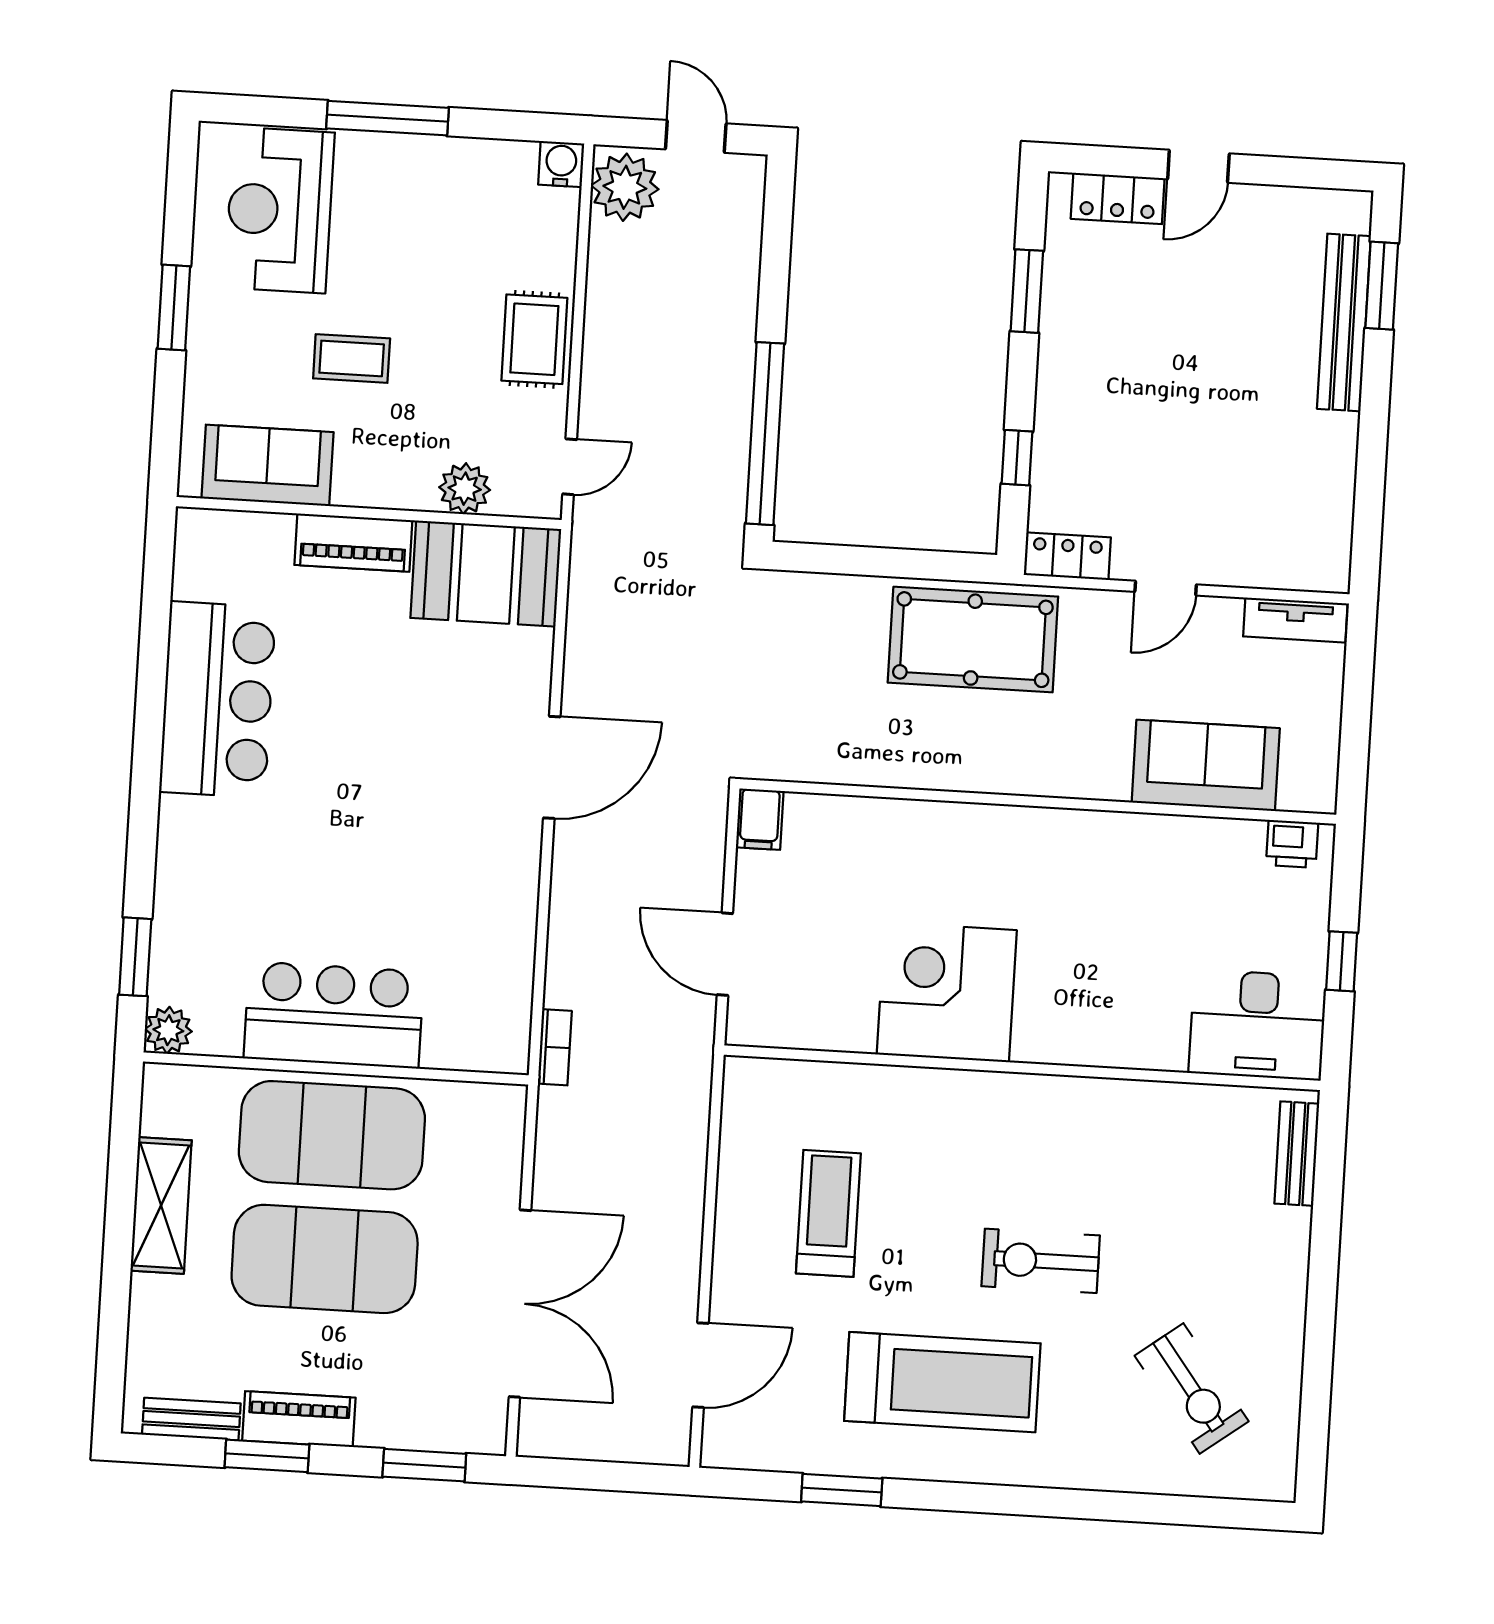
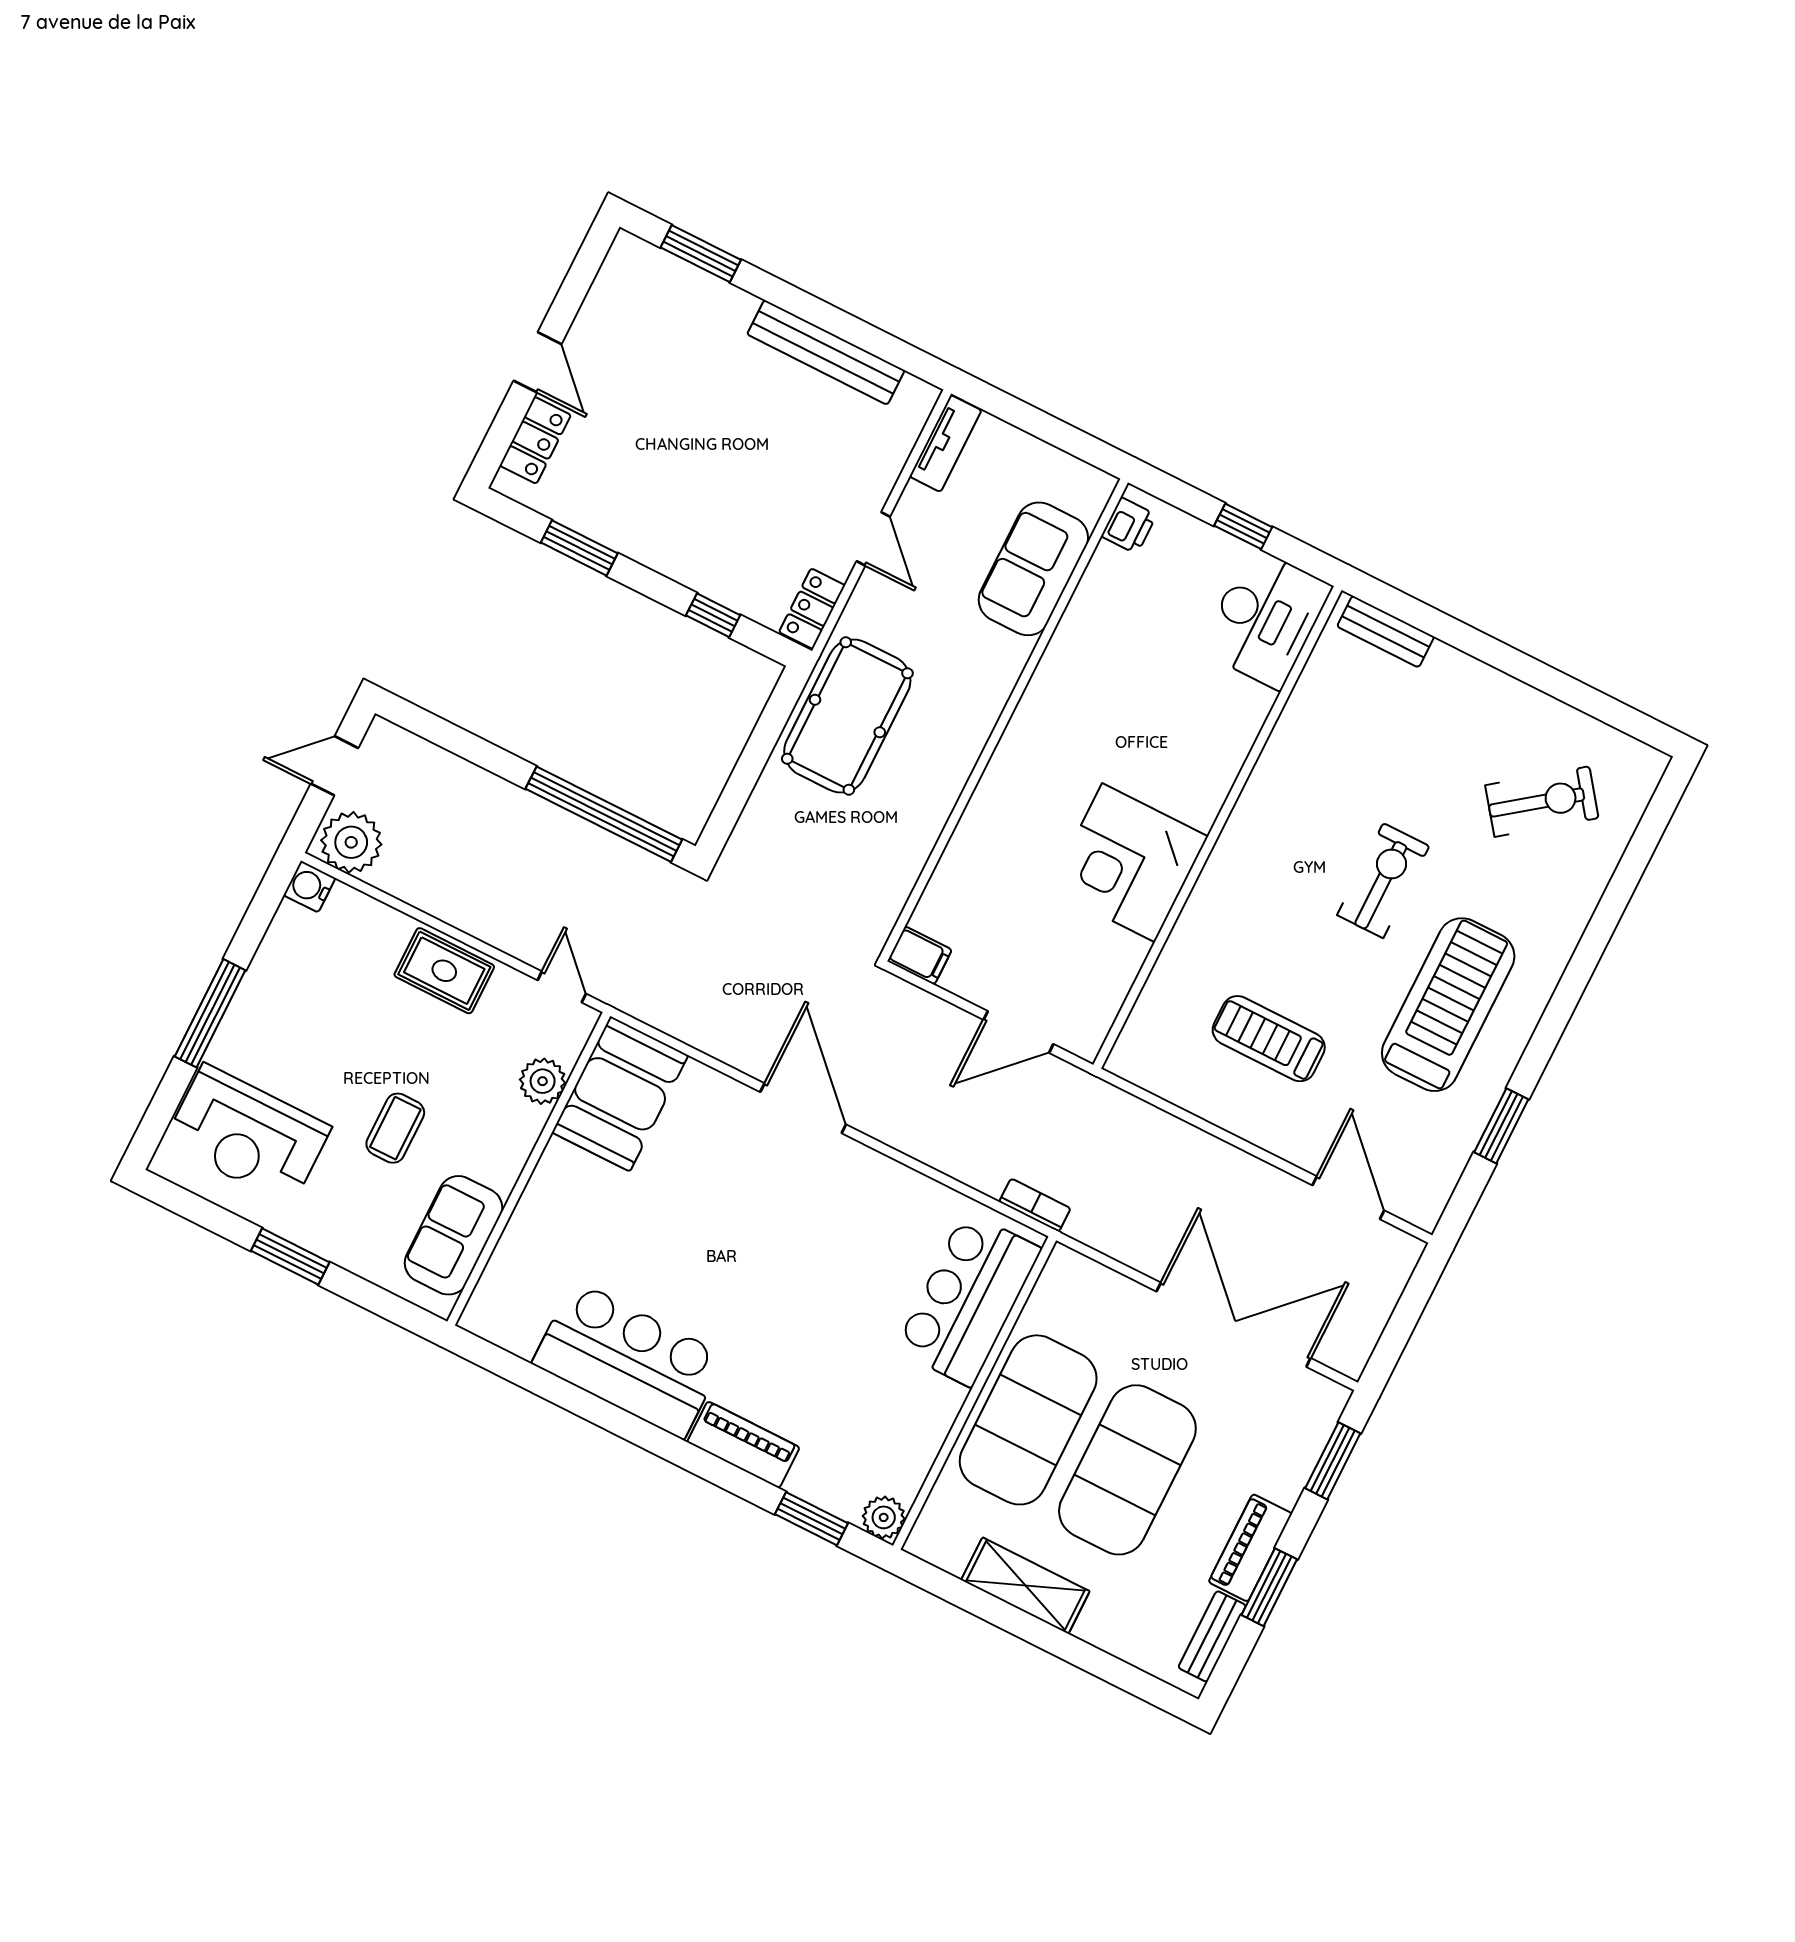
bench: (1344, 323) -> (826, 352), moved
piano: (353, 543) -> (743, 1445), moved, turned -90
bar counter: (334, 1015) -> (968, 1299), moved
exercise bike: (1041, 1261) -> (1383, 881), turned 180

